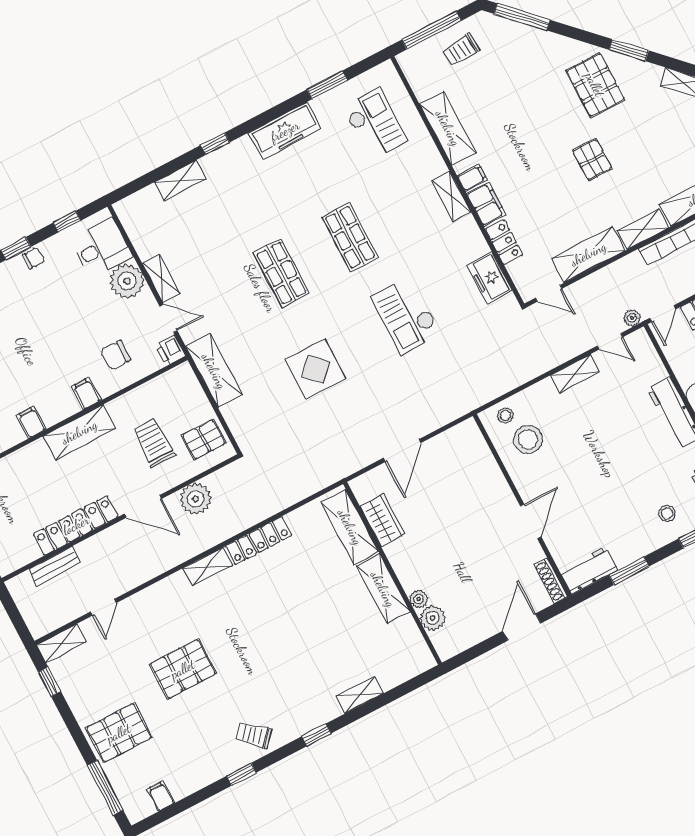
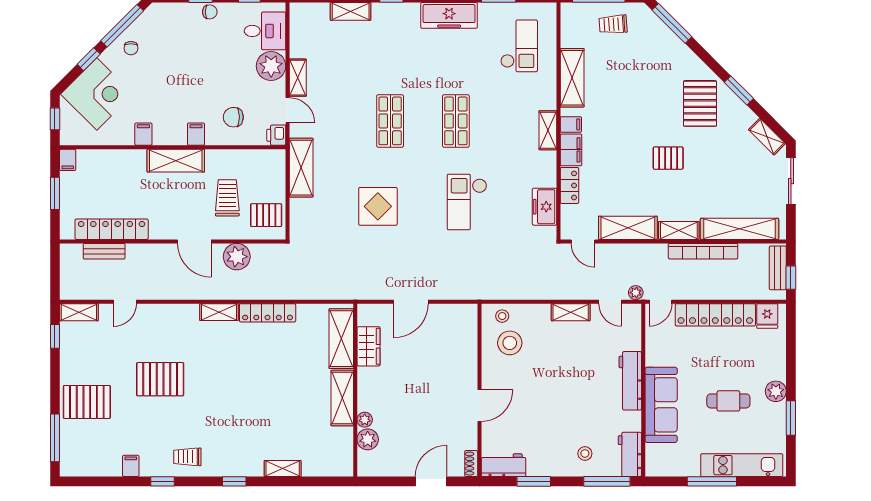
pallet: (592, 160) -> (668, 158), turned 90
locker: (76, 525) -> (112, 229), moved
shoe rack: (551, 581) -> (471, 464), width x0.70
trolley: (254, 735) -> (187, 457), turned -42
filing cabinet: (161, 796) -> (131, 466), moved

